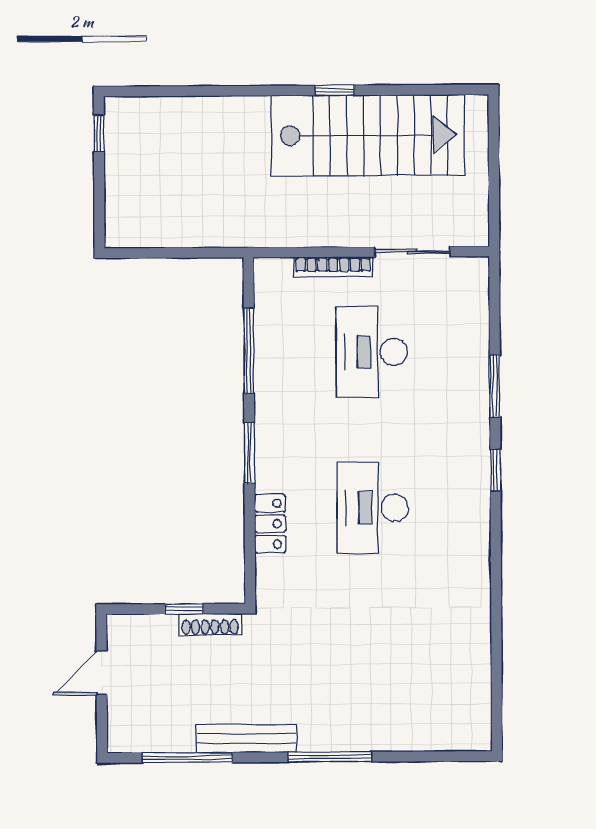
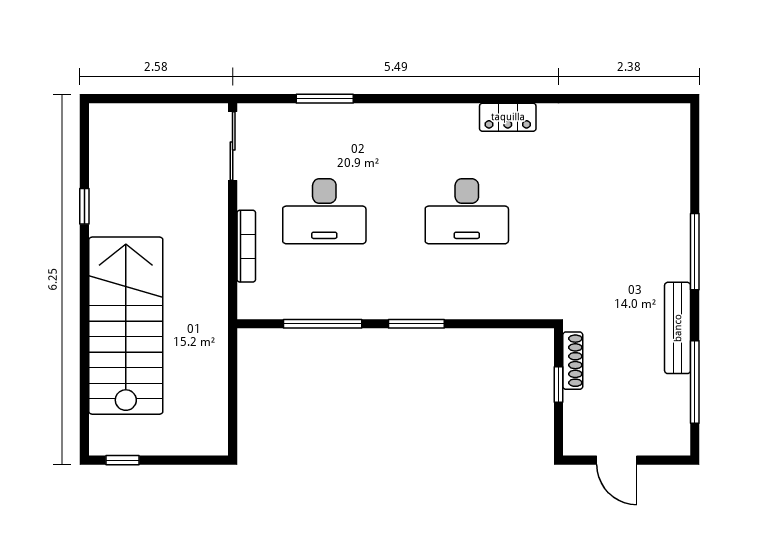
window: (335, 90) -> (84, 206), moved
stairs: (367, 135) -> (126, 326), moved
sliding door: (412, 252) -> (233, 146), moved
window: (495, 386) -> (325, 99), moved
window: (495, 470) -> (433, 99), removed
locker: (270, 524) -> (508, 117), moved, turned 180

